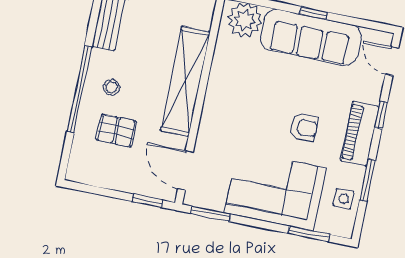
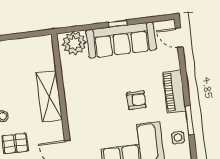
shelving: (185, 81) -> (49, 96), width x0.68
window: (381, 115) -> (184, 75), removed

